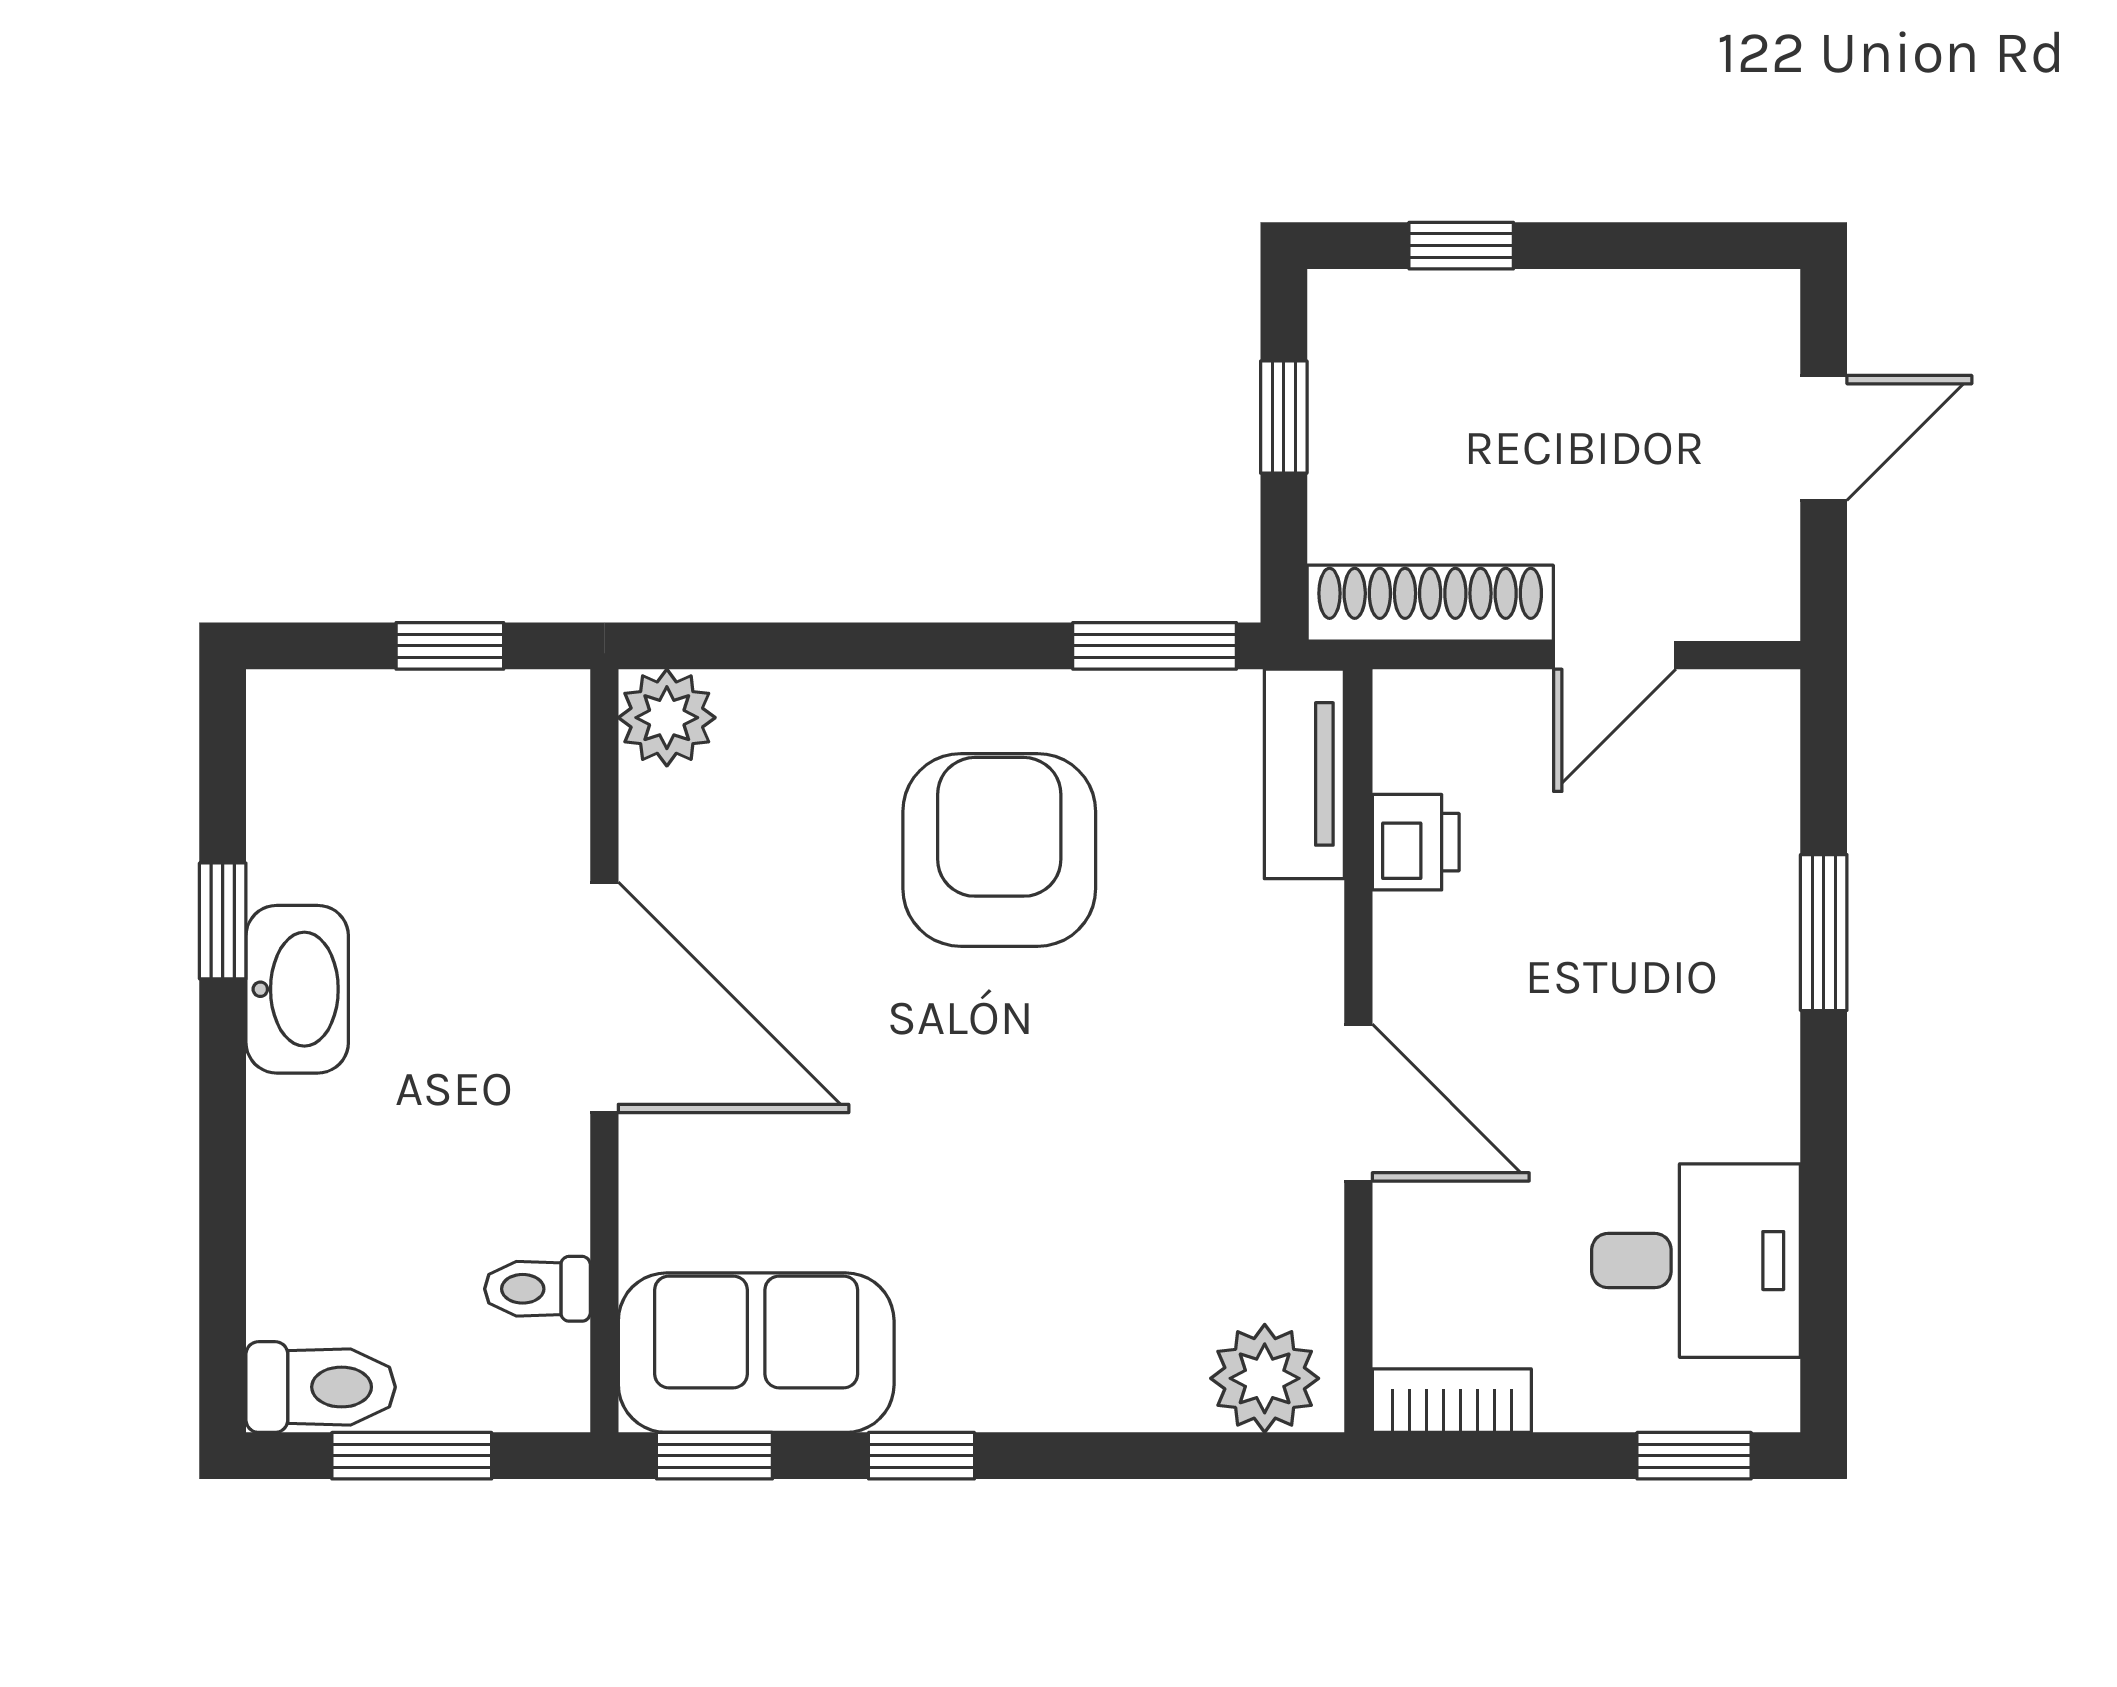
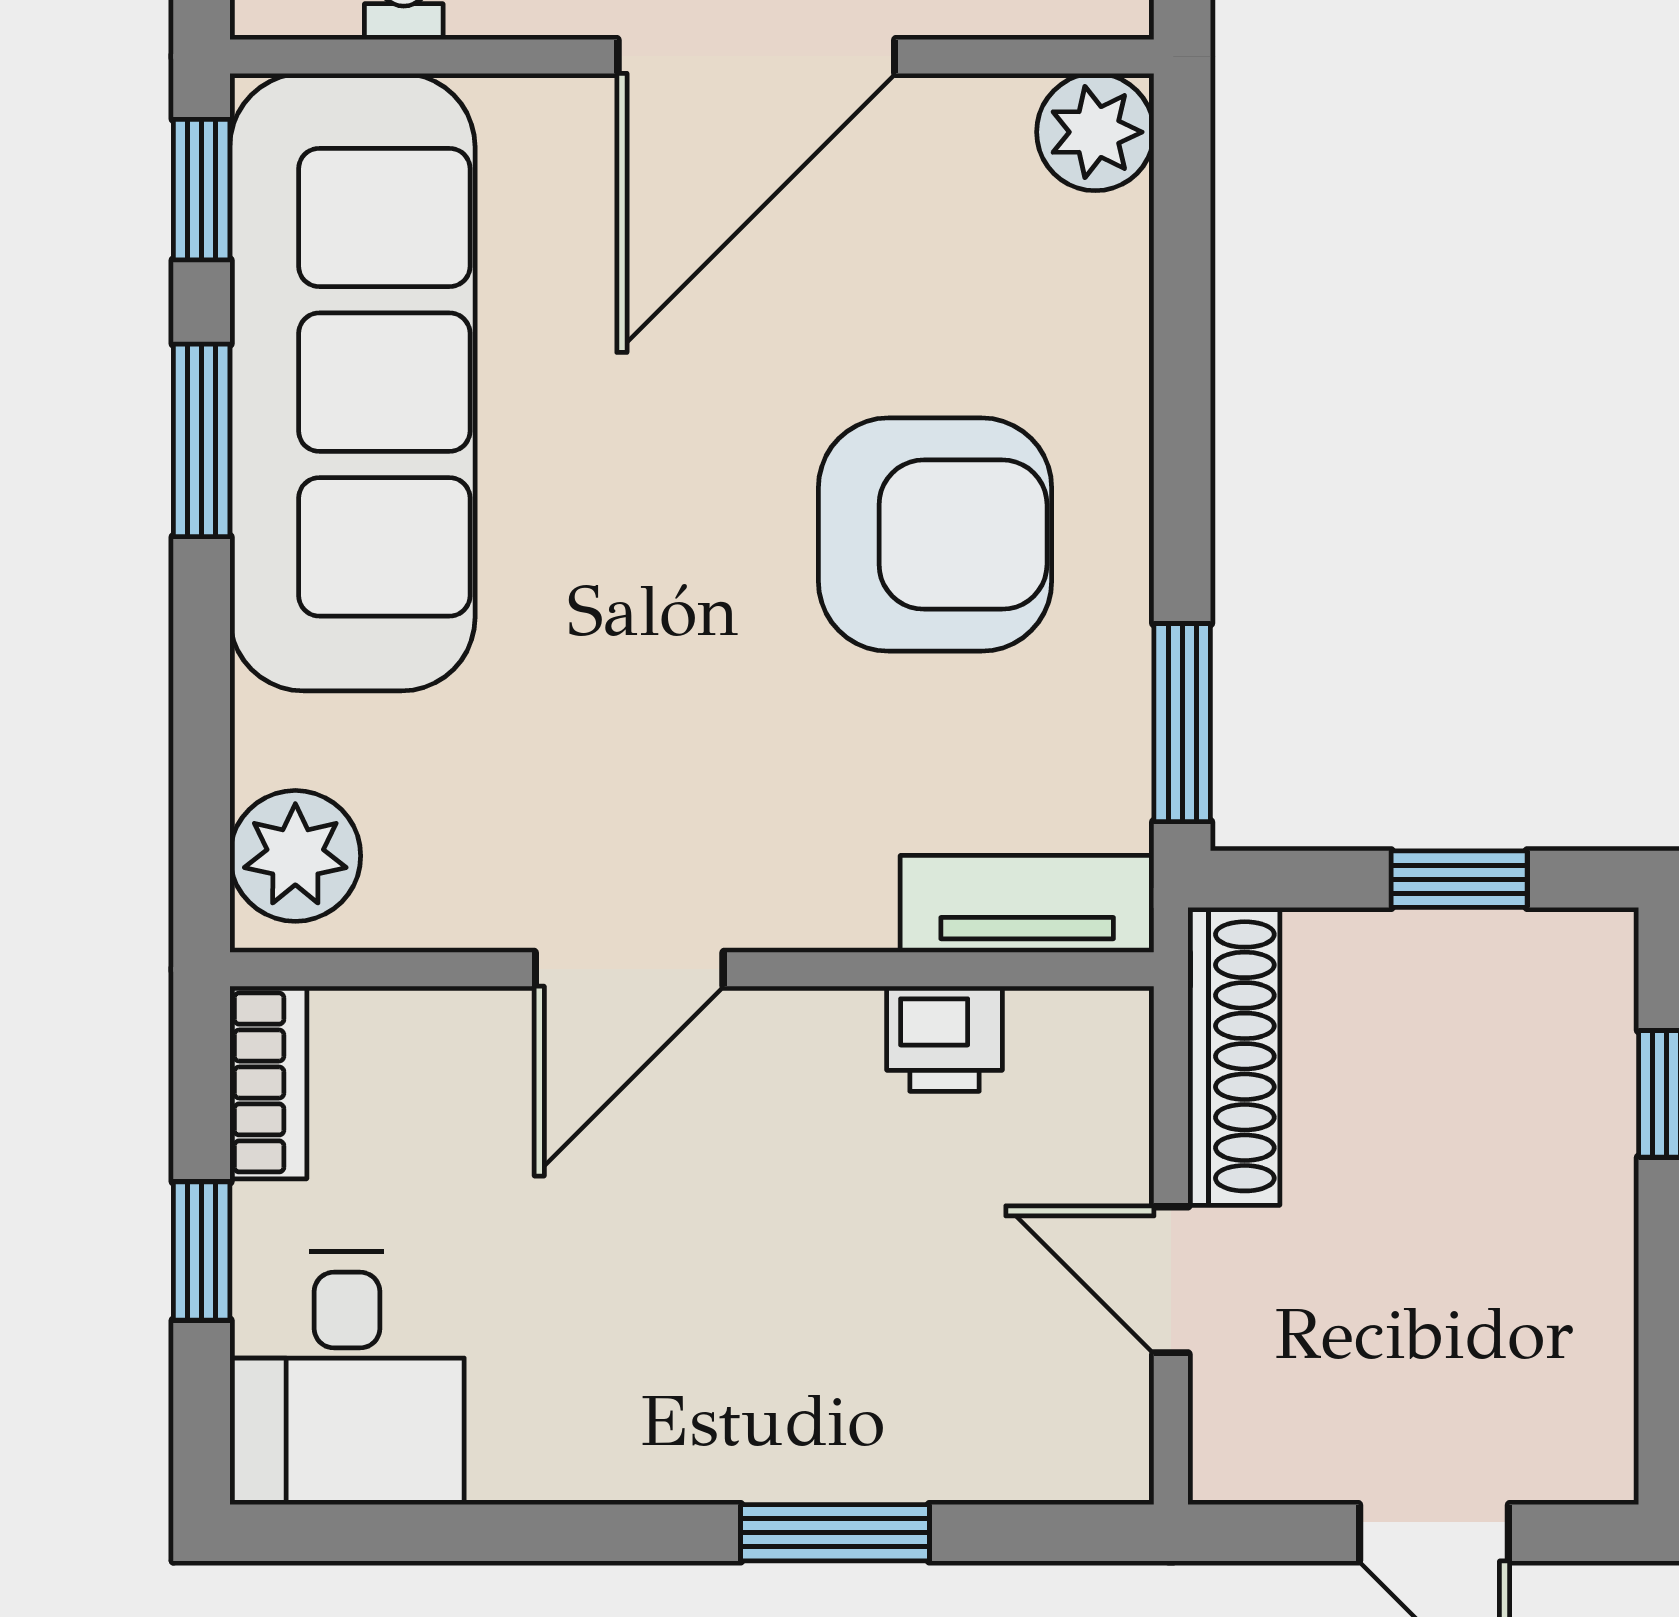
desk: (1696, 1261) -> (347, 1378), moved
sofa: (756, 1353) -> (352, 382), width x1.85, depth x1.27
window: (922, 1456) -> (202, 440), width x1.50
window: (1694, 1456) -> (202, 1251), moved

